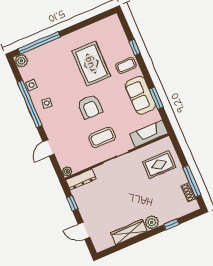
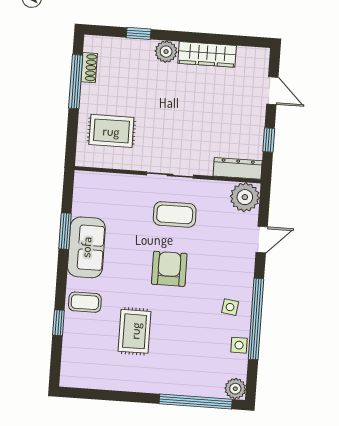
rug: (91, 64) -> (135, 331), width x0.73, depth x0.70
fireplace: (149, 134) -> (103, 184), removed
plant: (67, 171) -> (245, 197), width x1.88, depth x1.88

